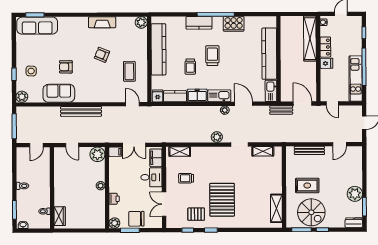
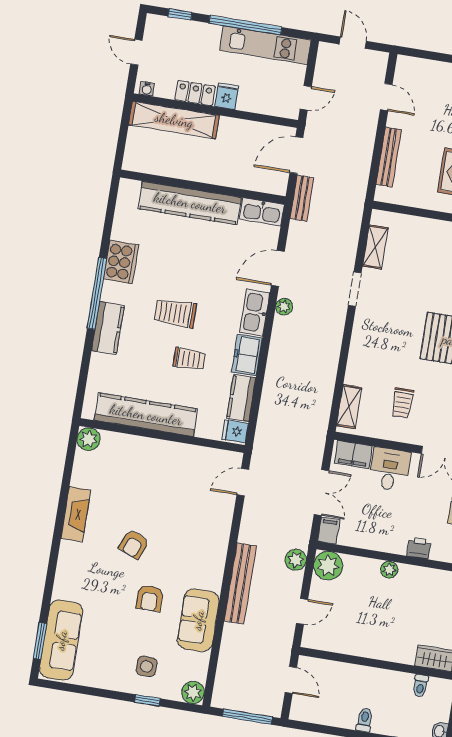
armchair: (102, 55) -> (134, 544), moved
coffee table: (129, 71) -> (179, 478), removed
plant: (217, 137) -> (296, 560), moved

